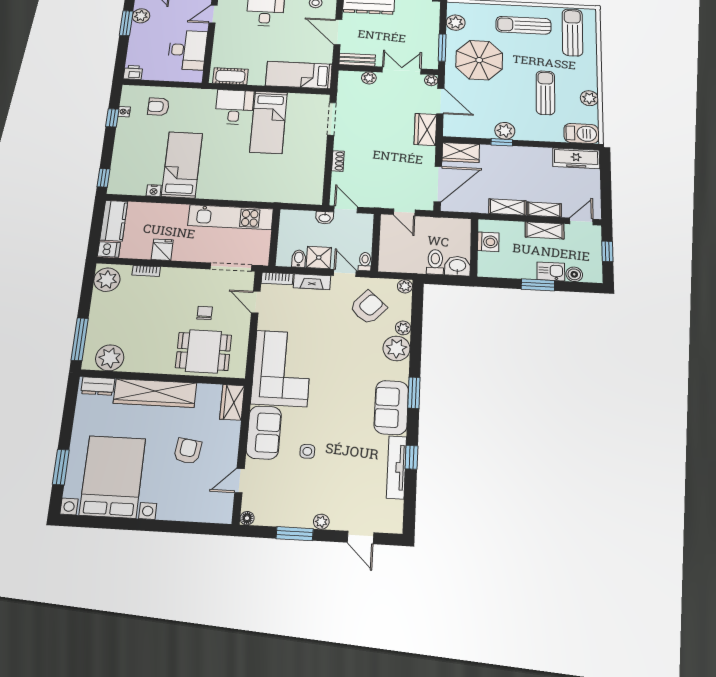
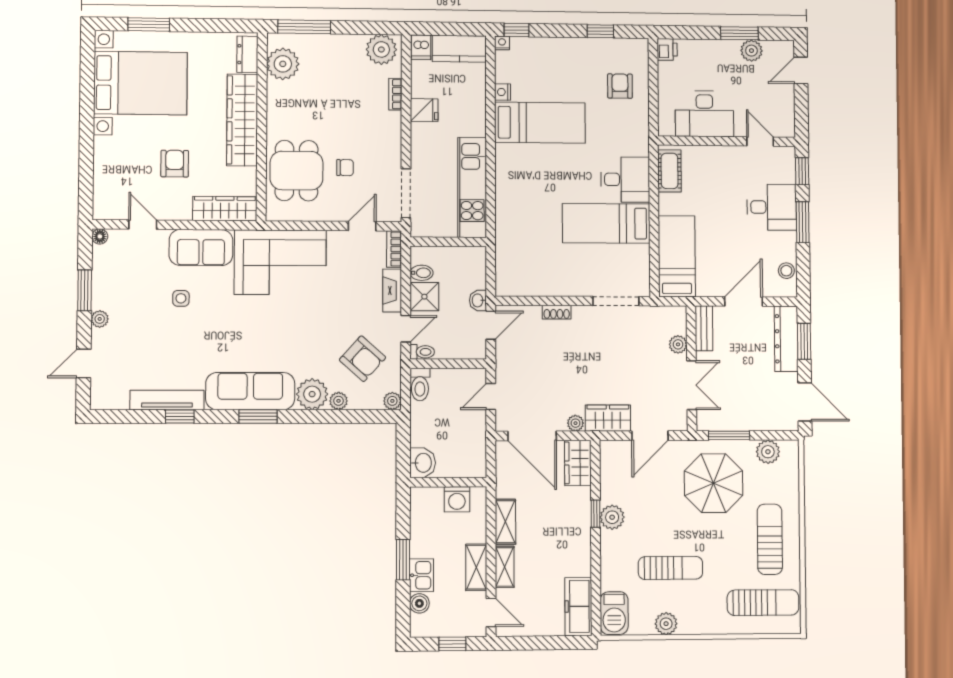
plant: (431, 80) -> (575, 423), moved
nightstand: (124, 112) -> (502, 43), moved
toilet: (435, 262) -> (420, 384), moved, turned 90
wardrobe: (232, 402) -> (225, 209), width x1.50
sofa: (391, 408) -> (250, 391), width x1.36
armchair: (188, 451) -> (175, 164), turned -98

